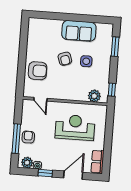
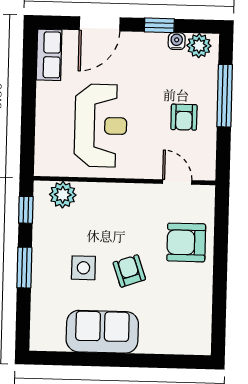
window: (115, 47) -> (24, 268), moved
reception desk: (75, 127) -> (101, 126), turned -90
armchair: (28, 137) -> (184, 117), moved

